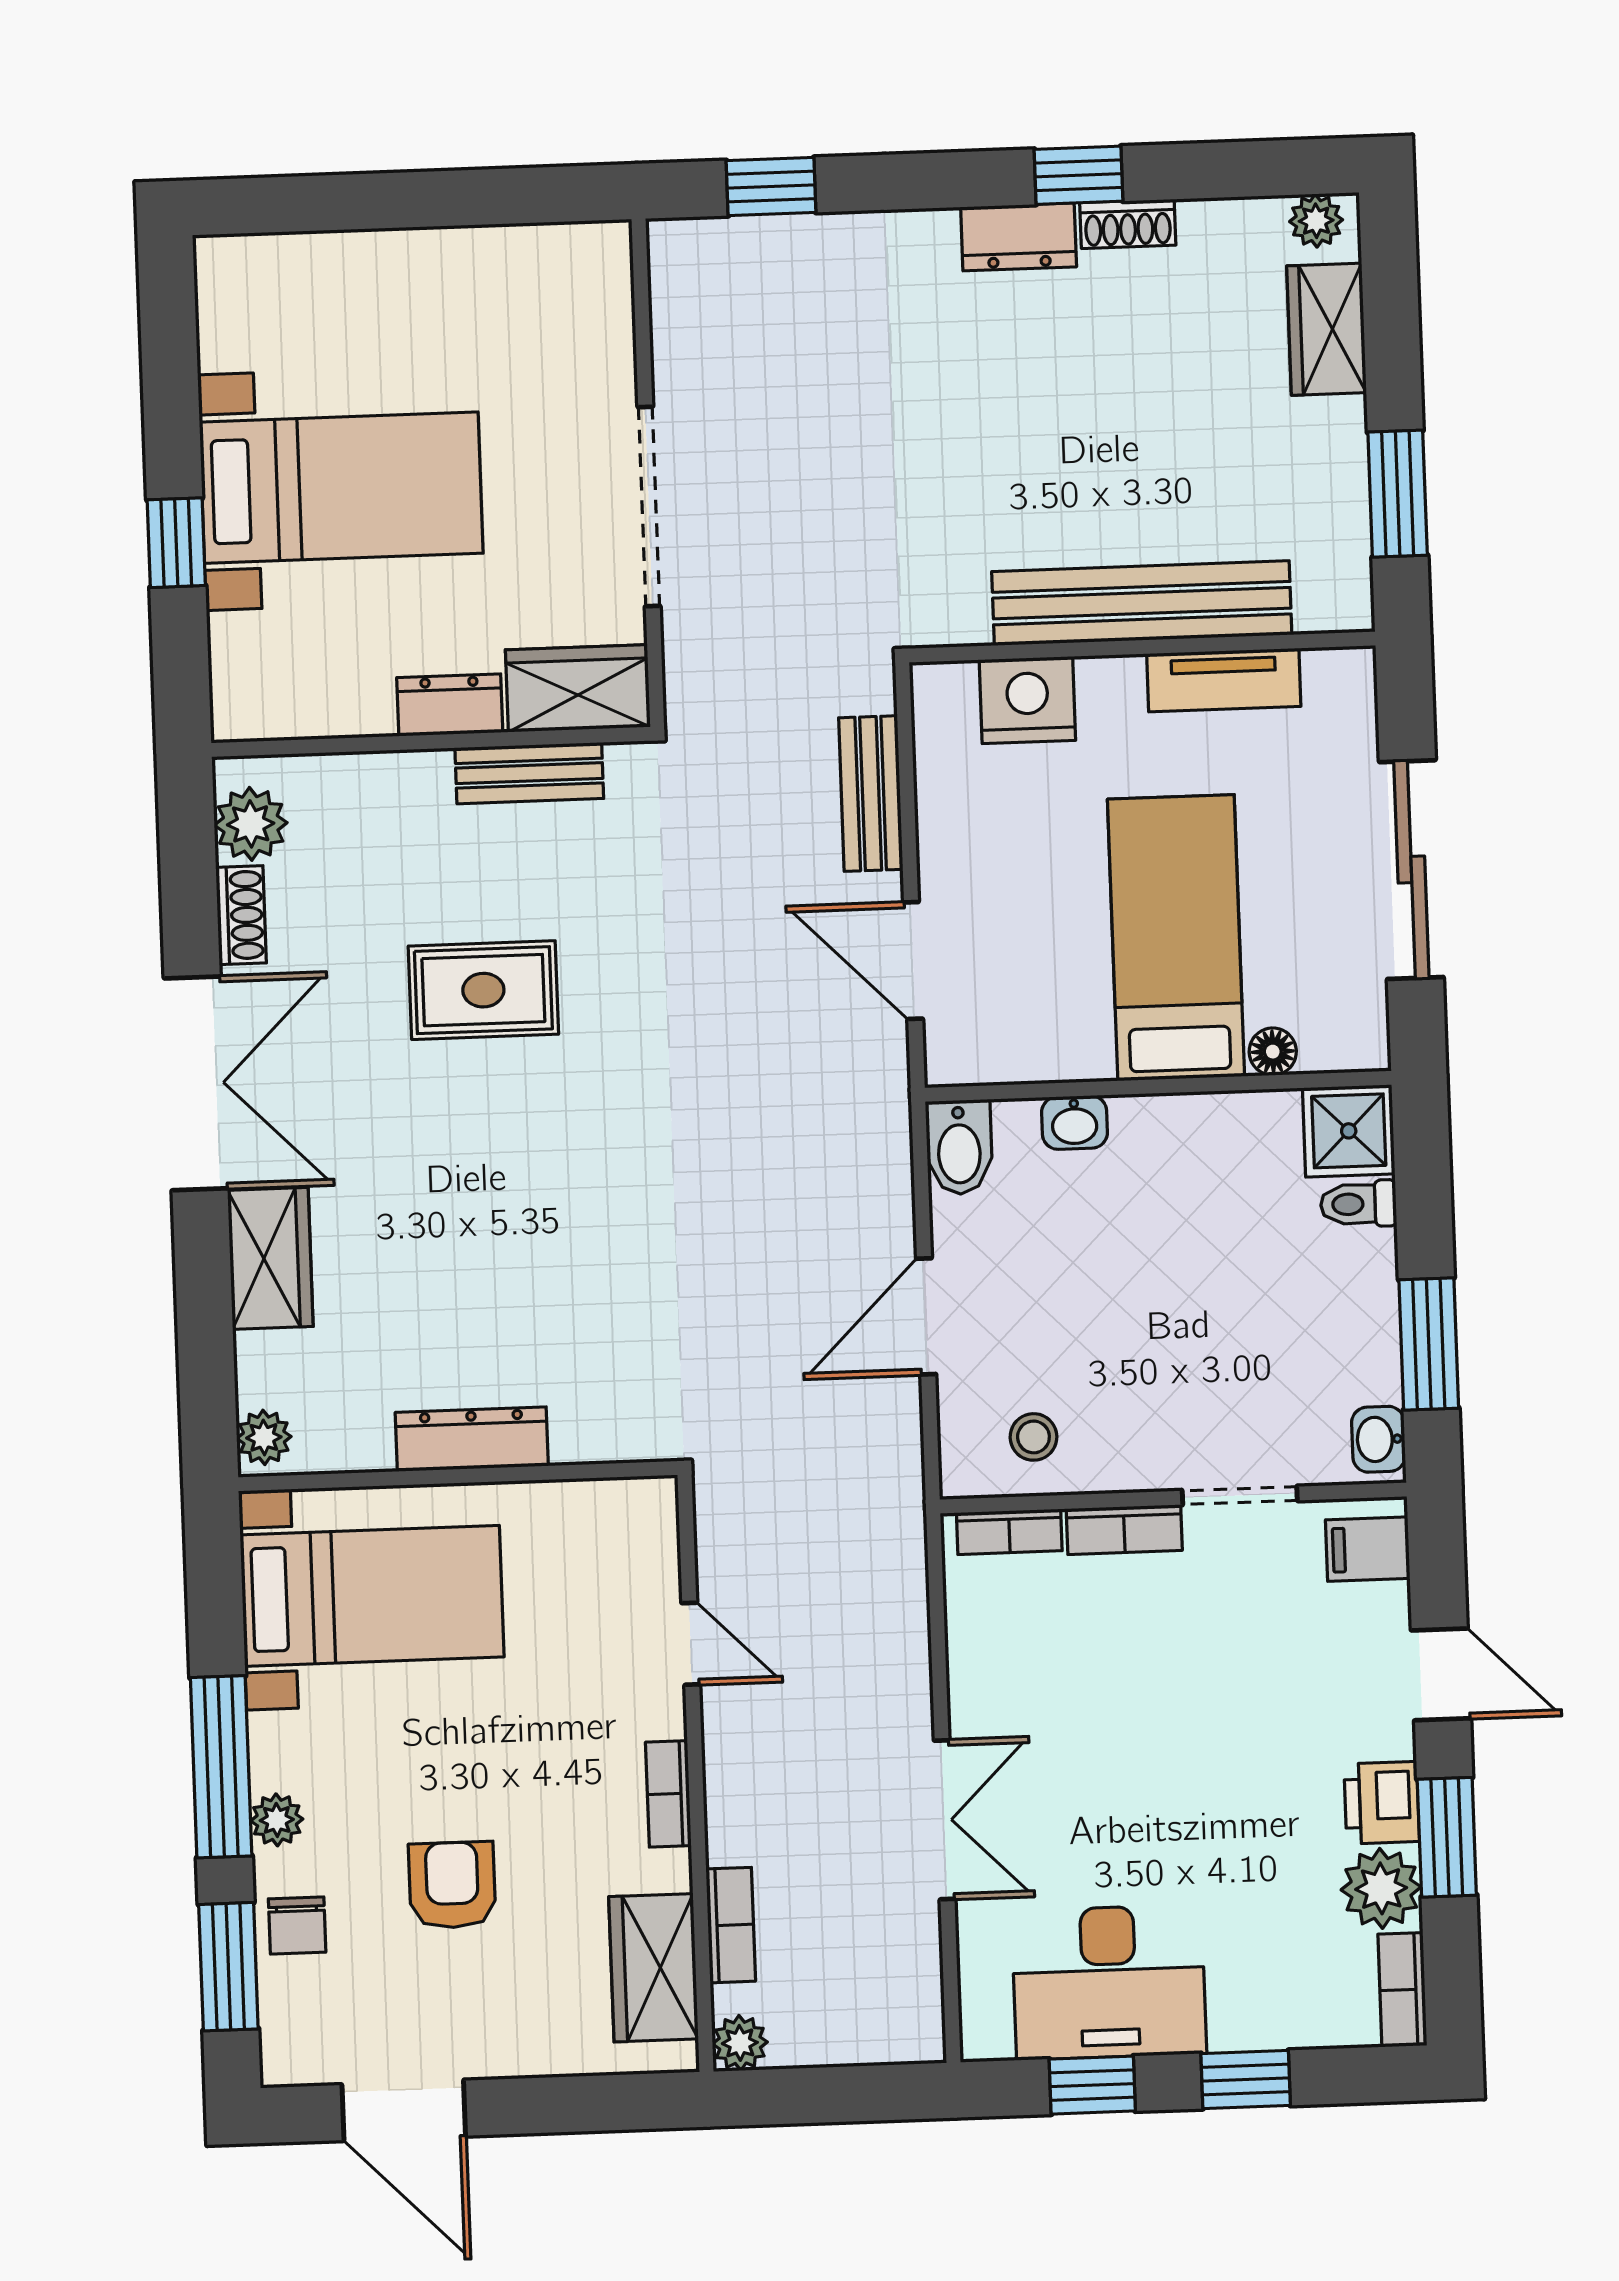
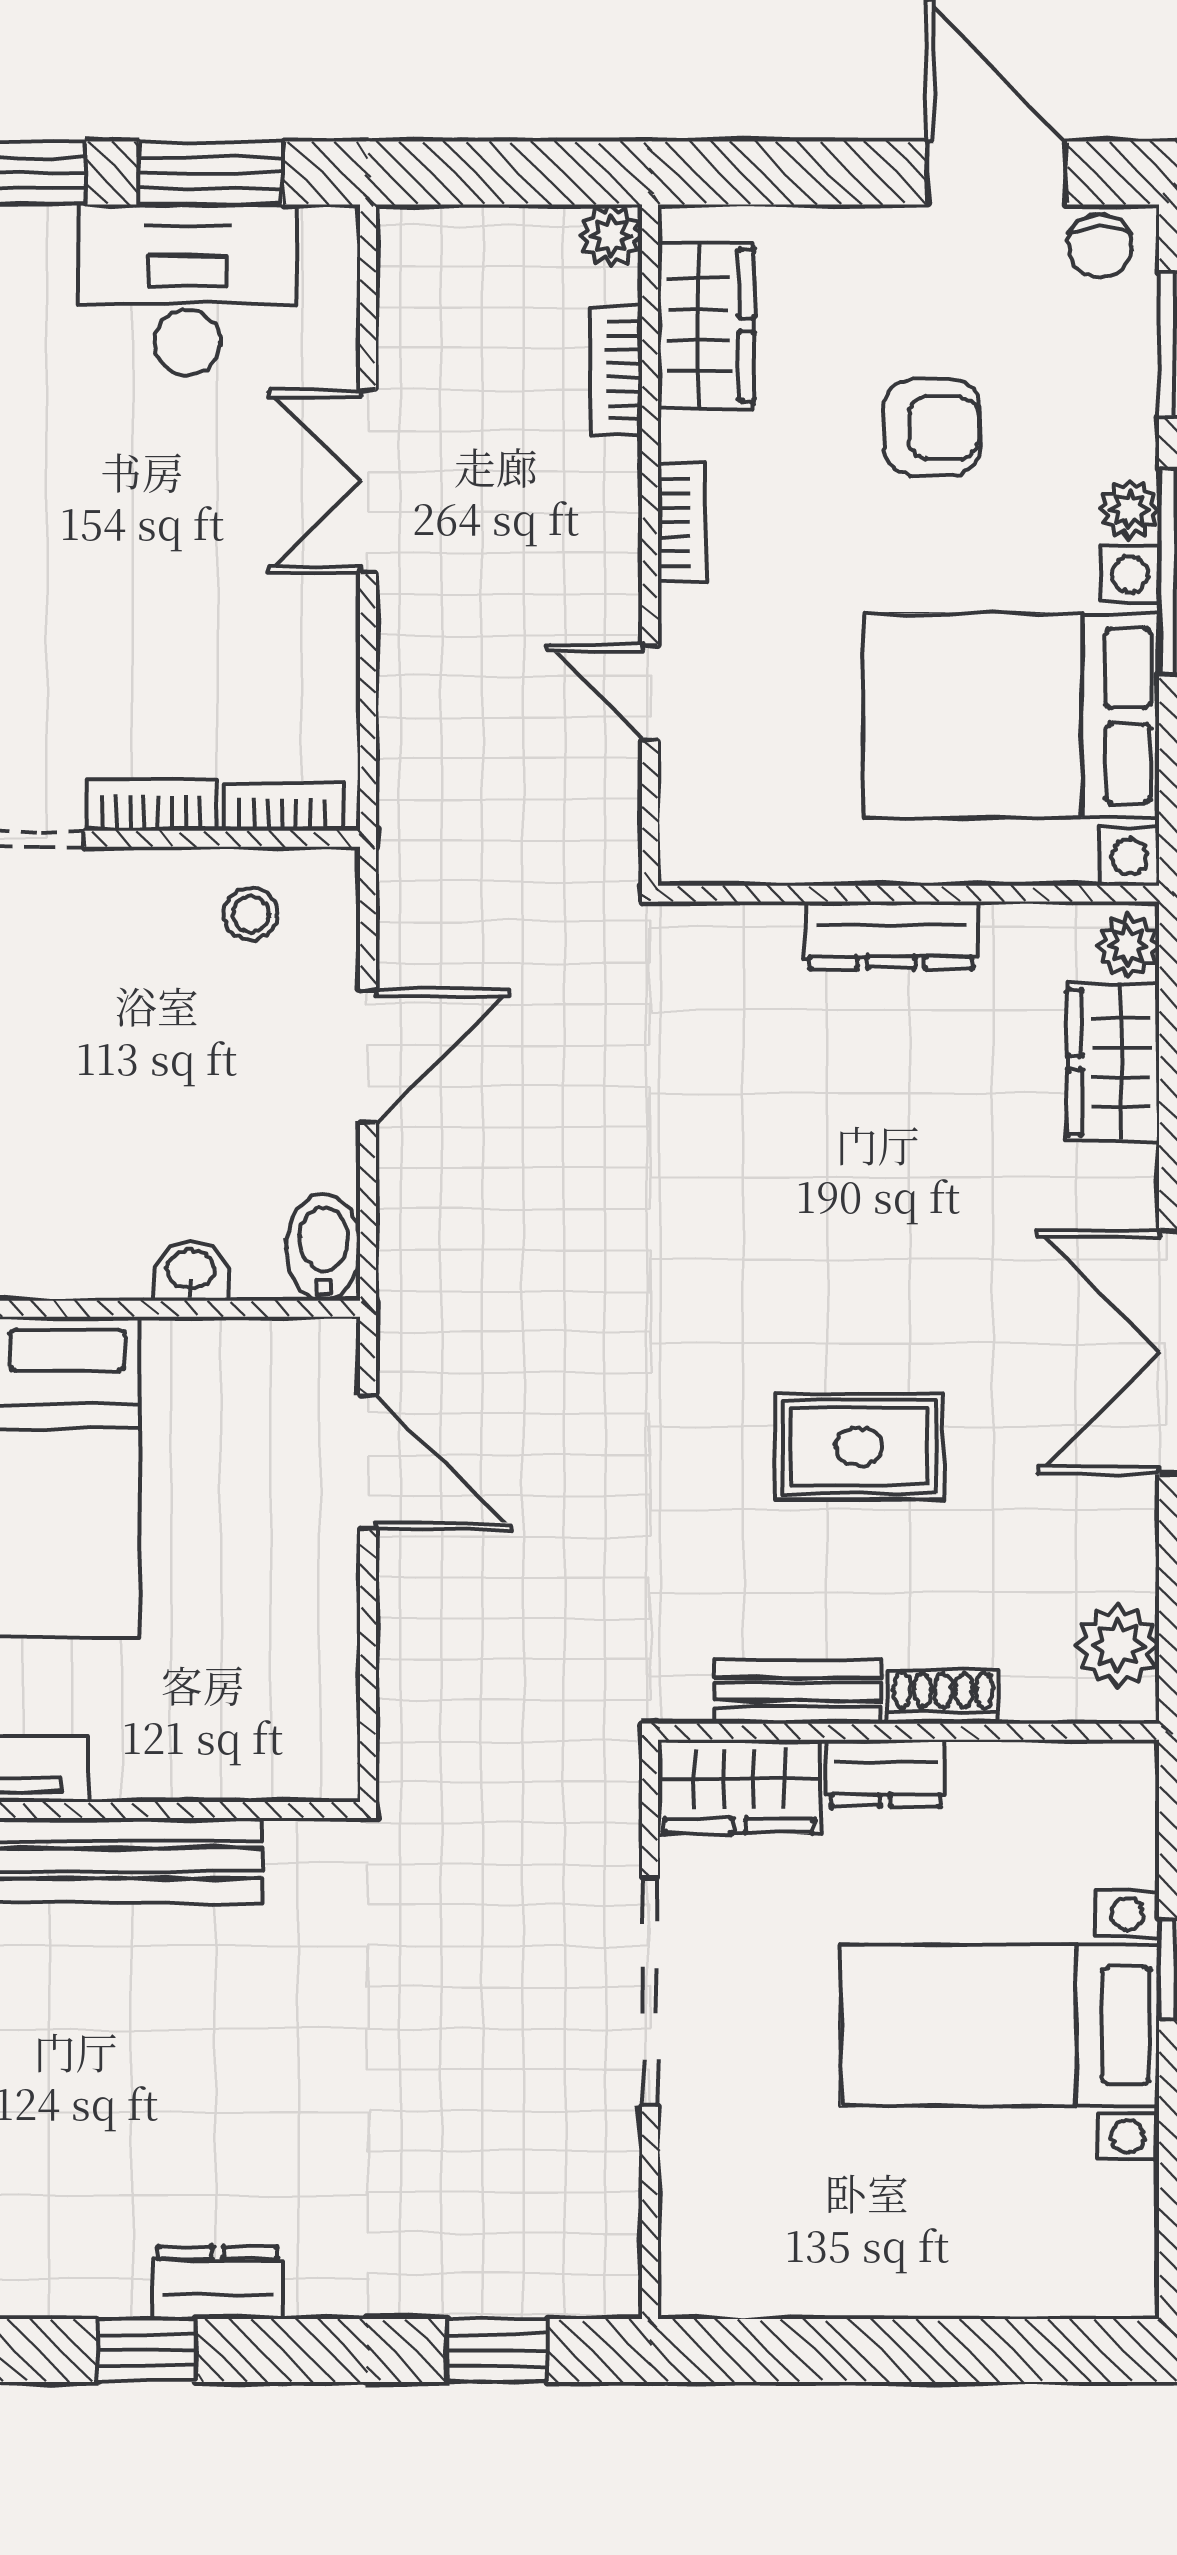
shoe rack: (1128, 224) -> (92, 2293), removed
nightstand: (1027, 700) -> (227, 1754), removed
bench: (871, 794) -> (409, 1654), removed
shoe rack: (241, 915) -> (943, 1697), moved, turned 90
wardrobe: (270, 1258) -> (1113, 1063), moved
bed with nightstands: (372, 1596) -> (1011, 716), width x1.36
armchair: (452, 1885) -> (932, 428), turned -90
chair: (297, 1925) -> (1100, 246), moved, turned 180
window: (1092, 2085) -> (211, 173), width x1.50

